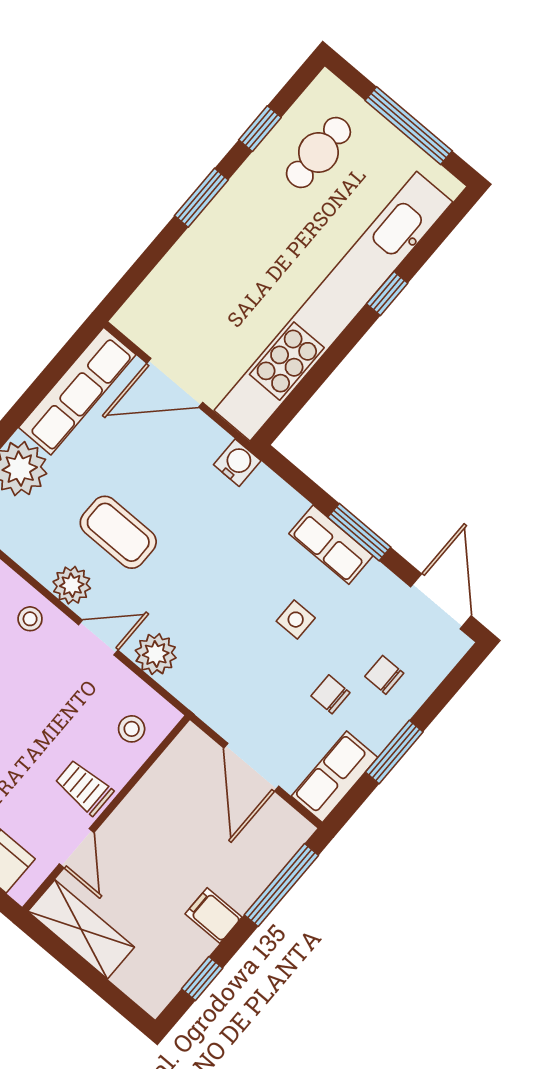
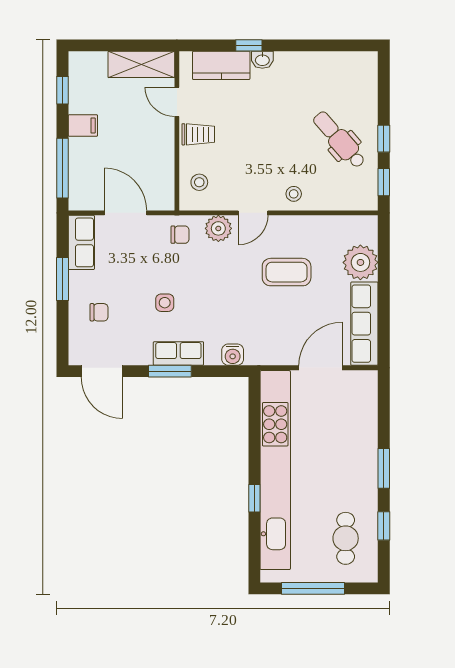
water cooler: (237, 463) -> (233, 355), moved
plant: (72, 585) -> (287, 227), removed
chair: (330, 694) -> (180, 235), moved

